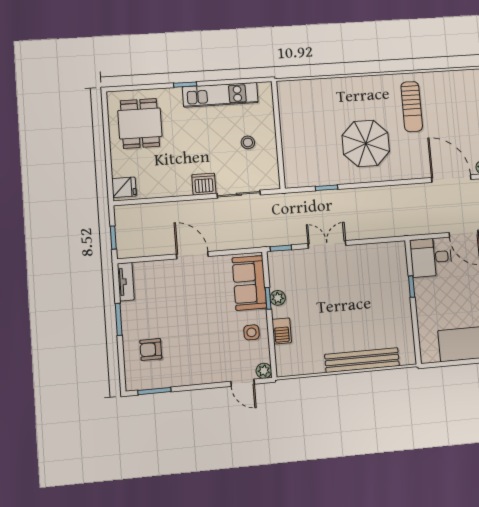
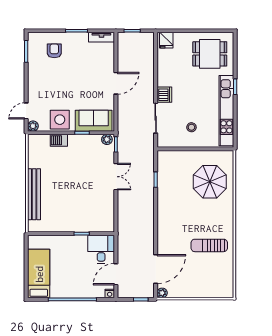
kitchen unit: (220, 95) -> (226, 111), width x1.36
parasol: (366, 143) -> (210, 182), moved
plant: (278, 298) -> (107, 139), moved
side table: (251, 332) -> (60, 120), width x1.87, depth x1.87

